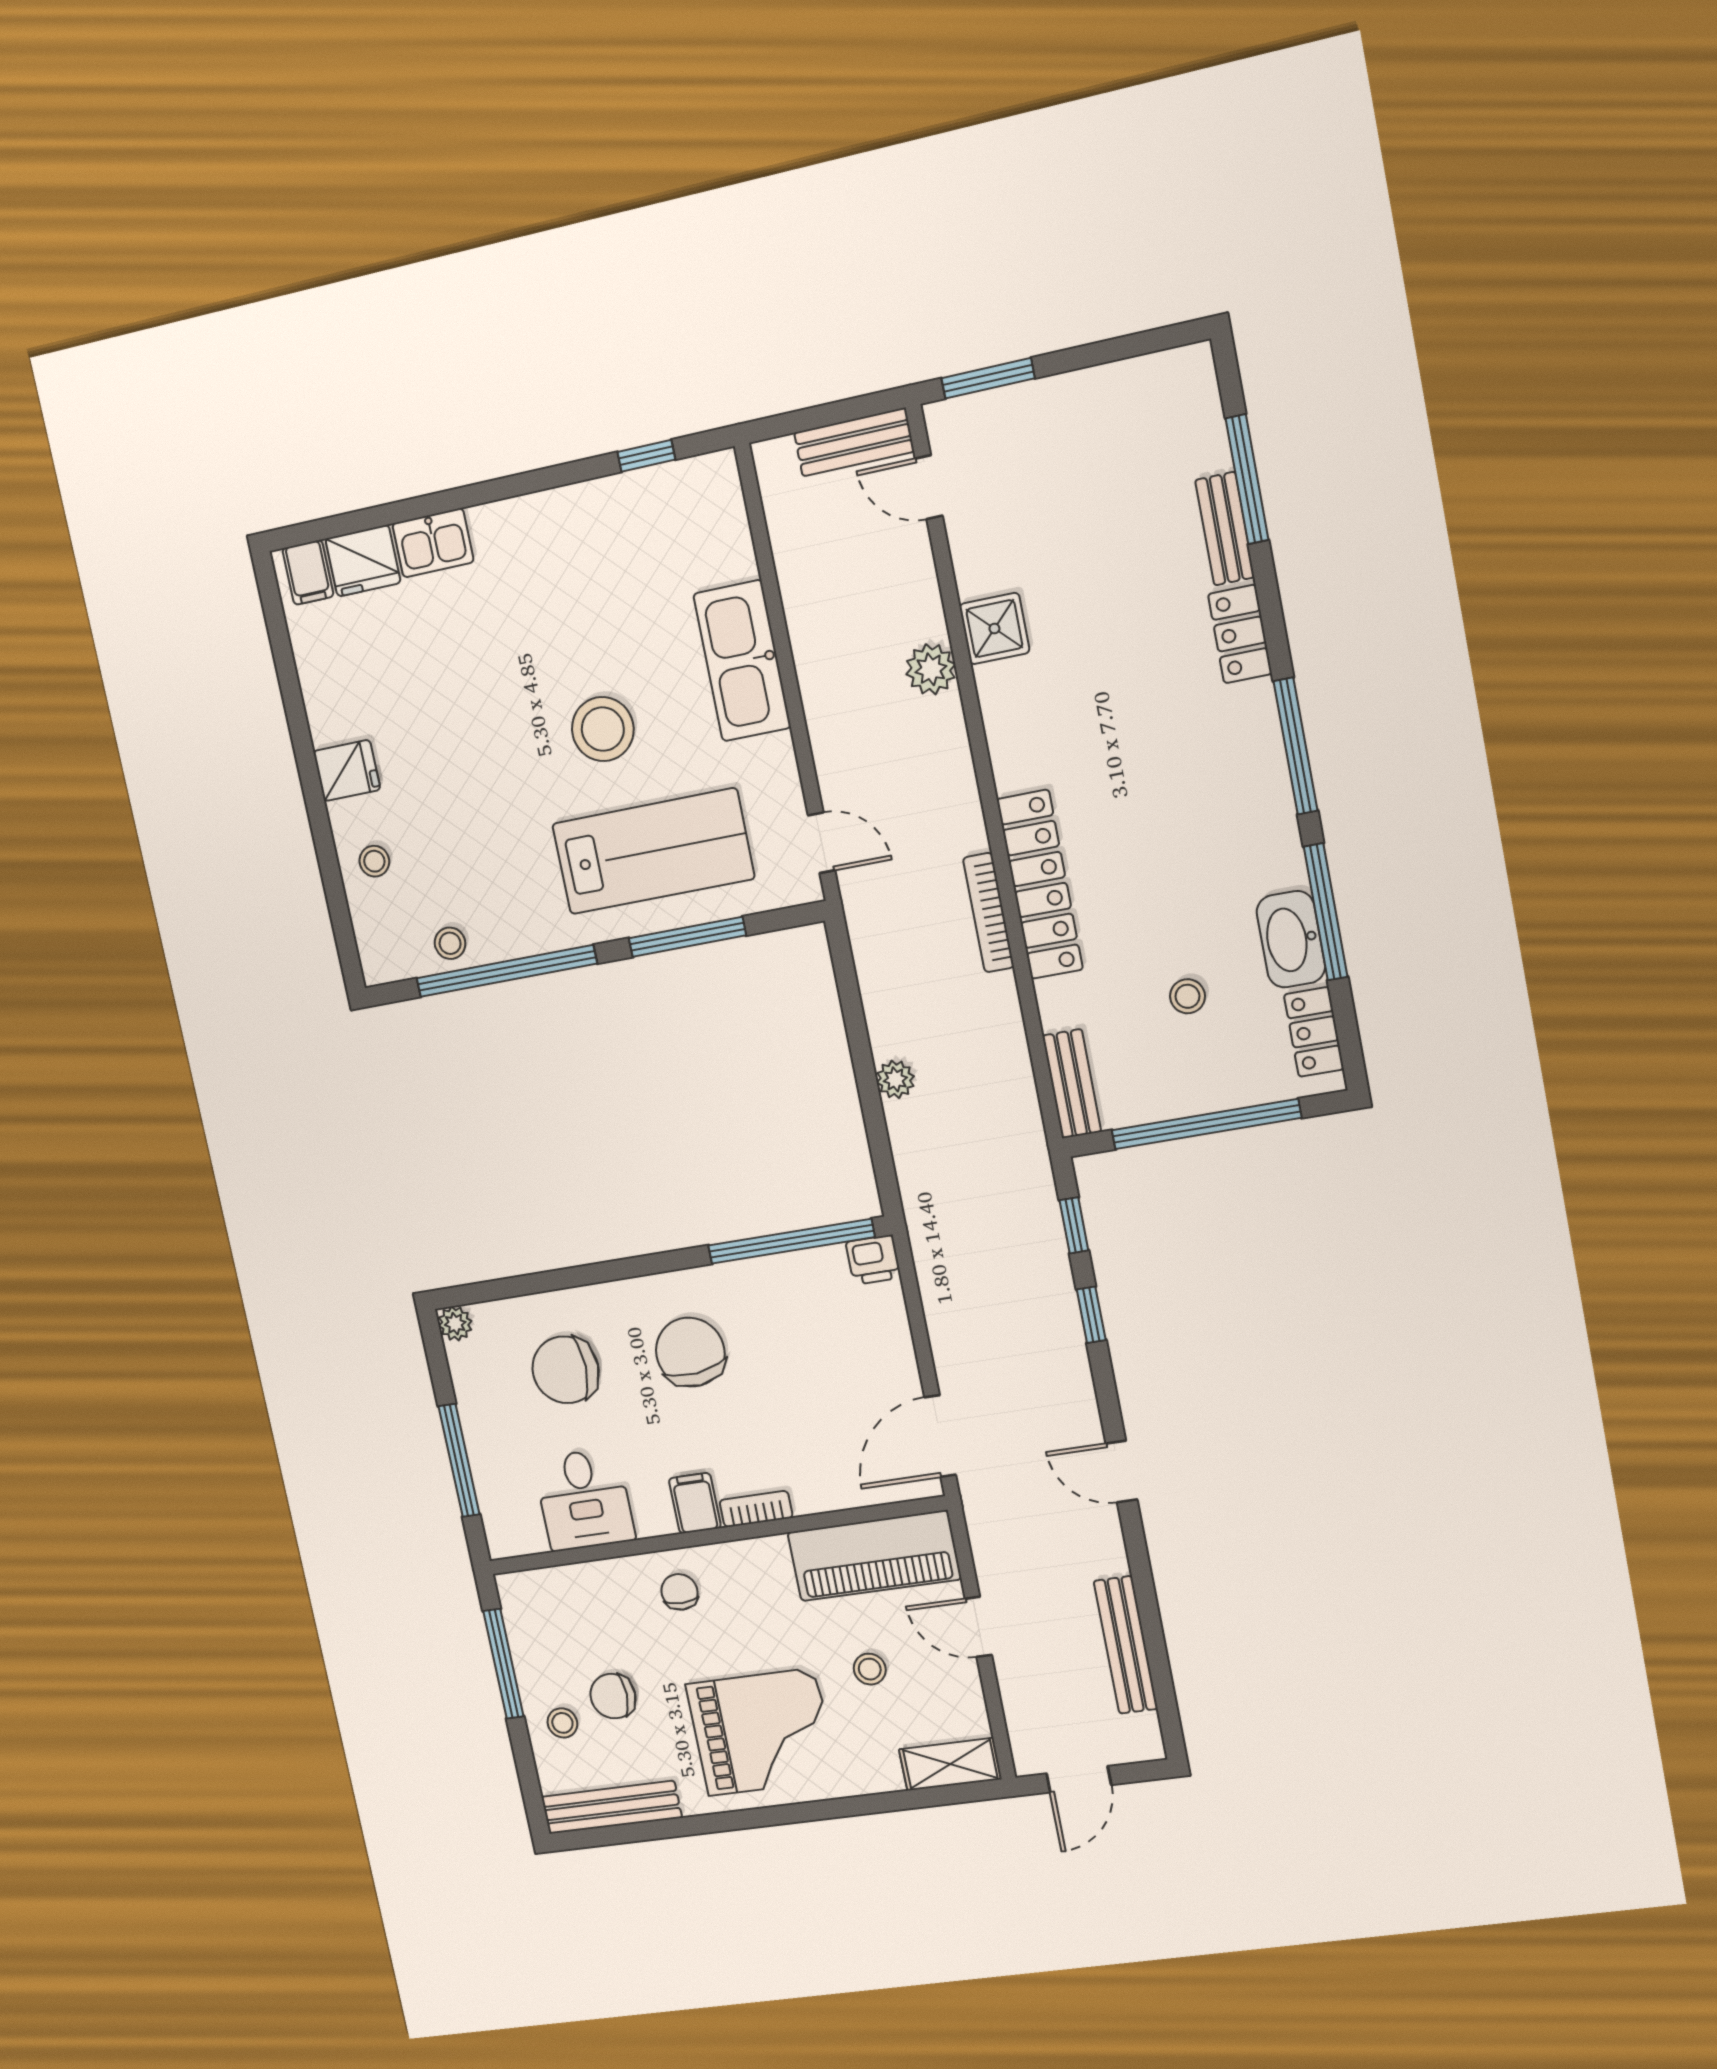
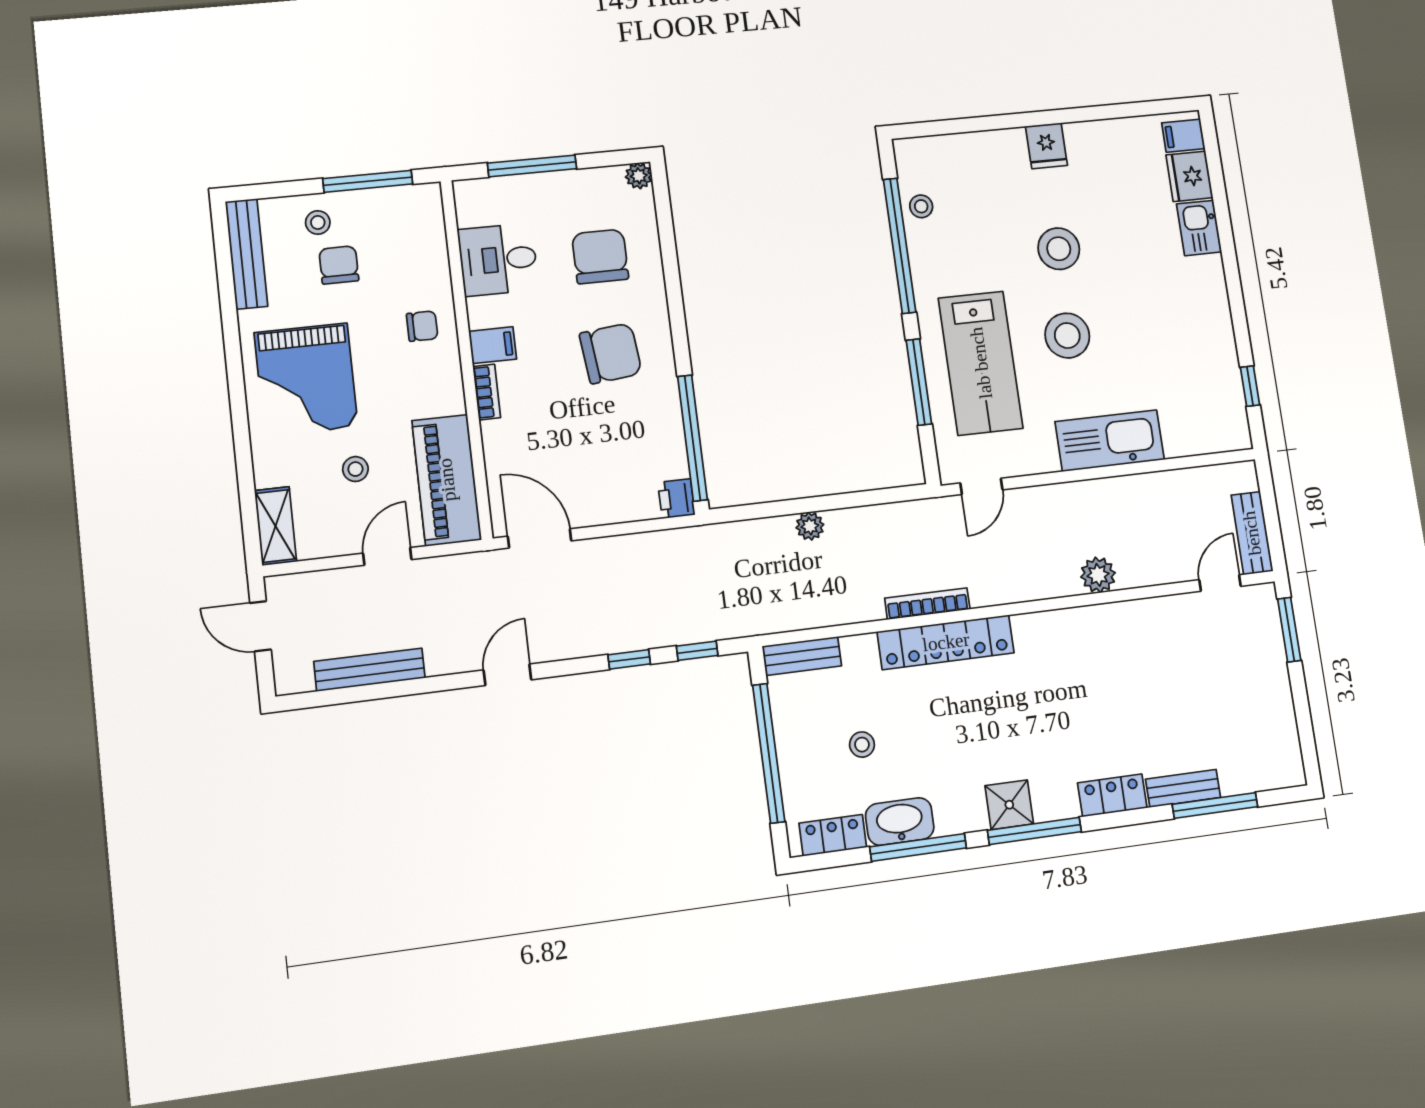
shower: (994, 629) -> (1009, 805), moved
stool: (374, 861) -> (1059, 249), moved, width x1.89, depth x1.89

